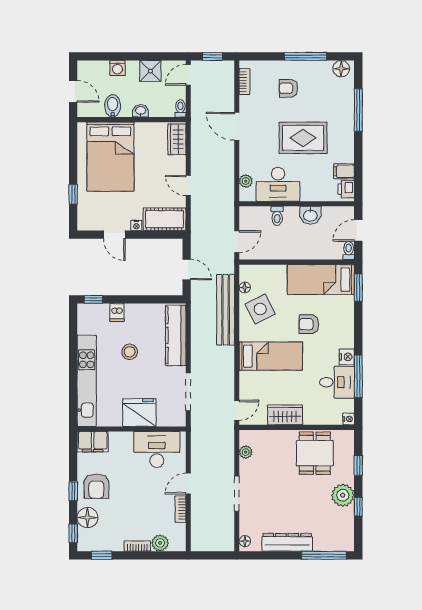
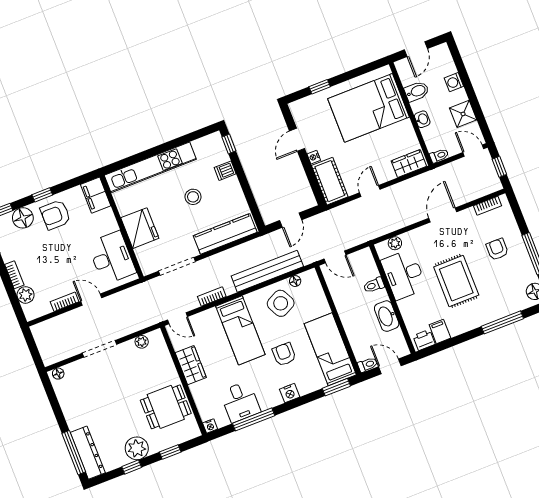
washbasin: (310, 215) -> (387, 316), width x1.38
nightstand: (347, 357) -> (290, 393), moved
bookcase: (229, 371) -> (212, 297), added
dresser: (287, 542) -> (88, 453), moved

